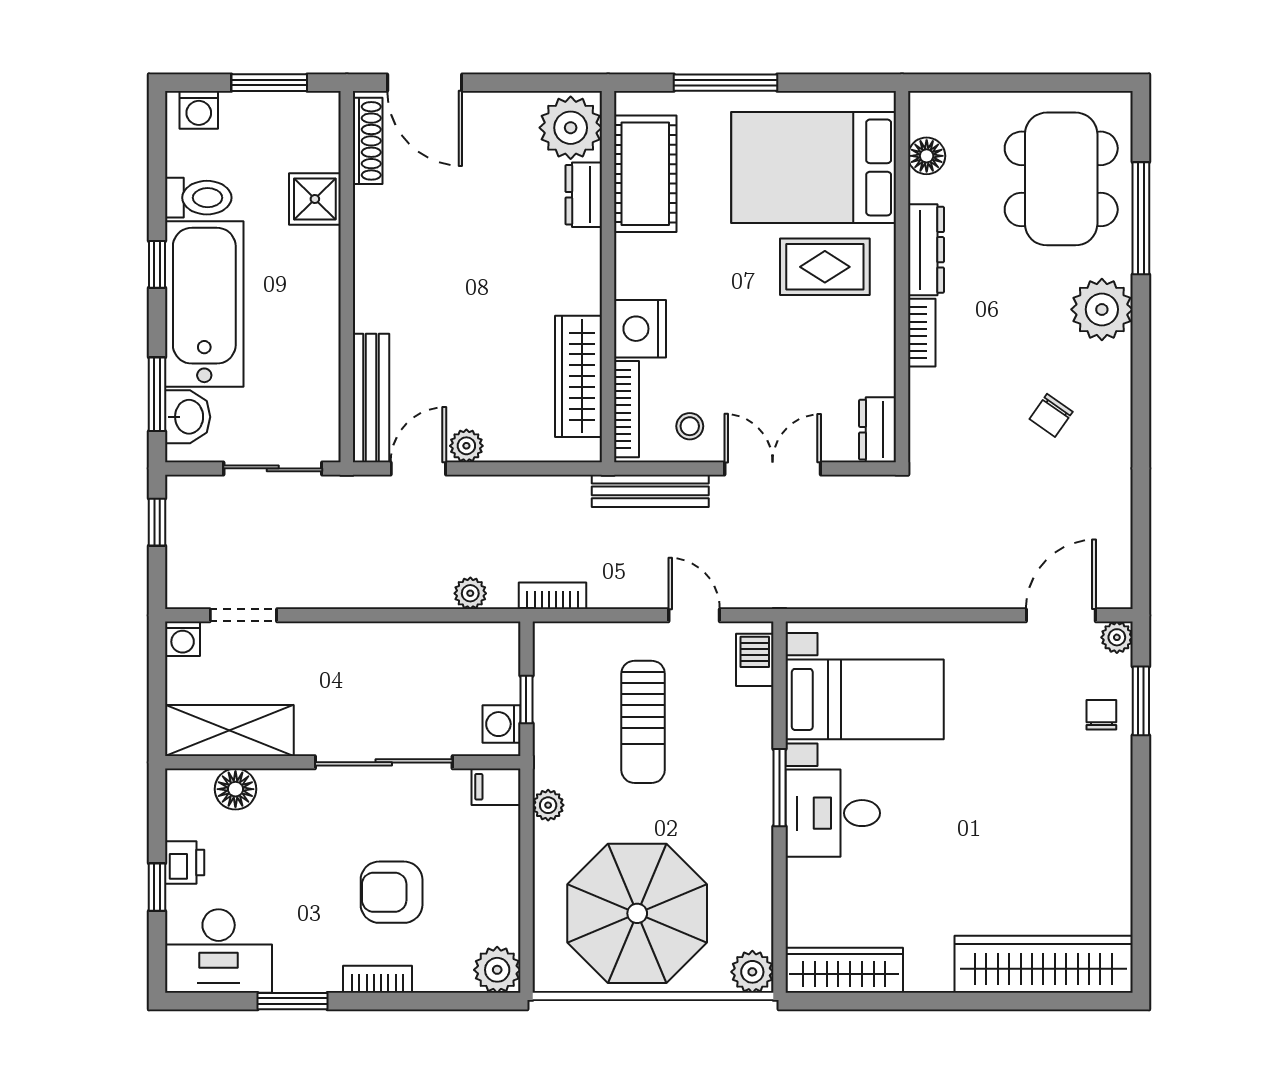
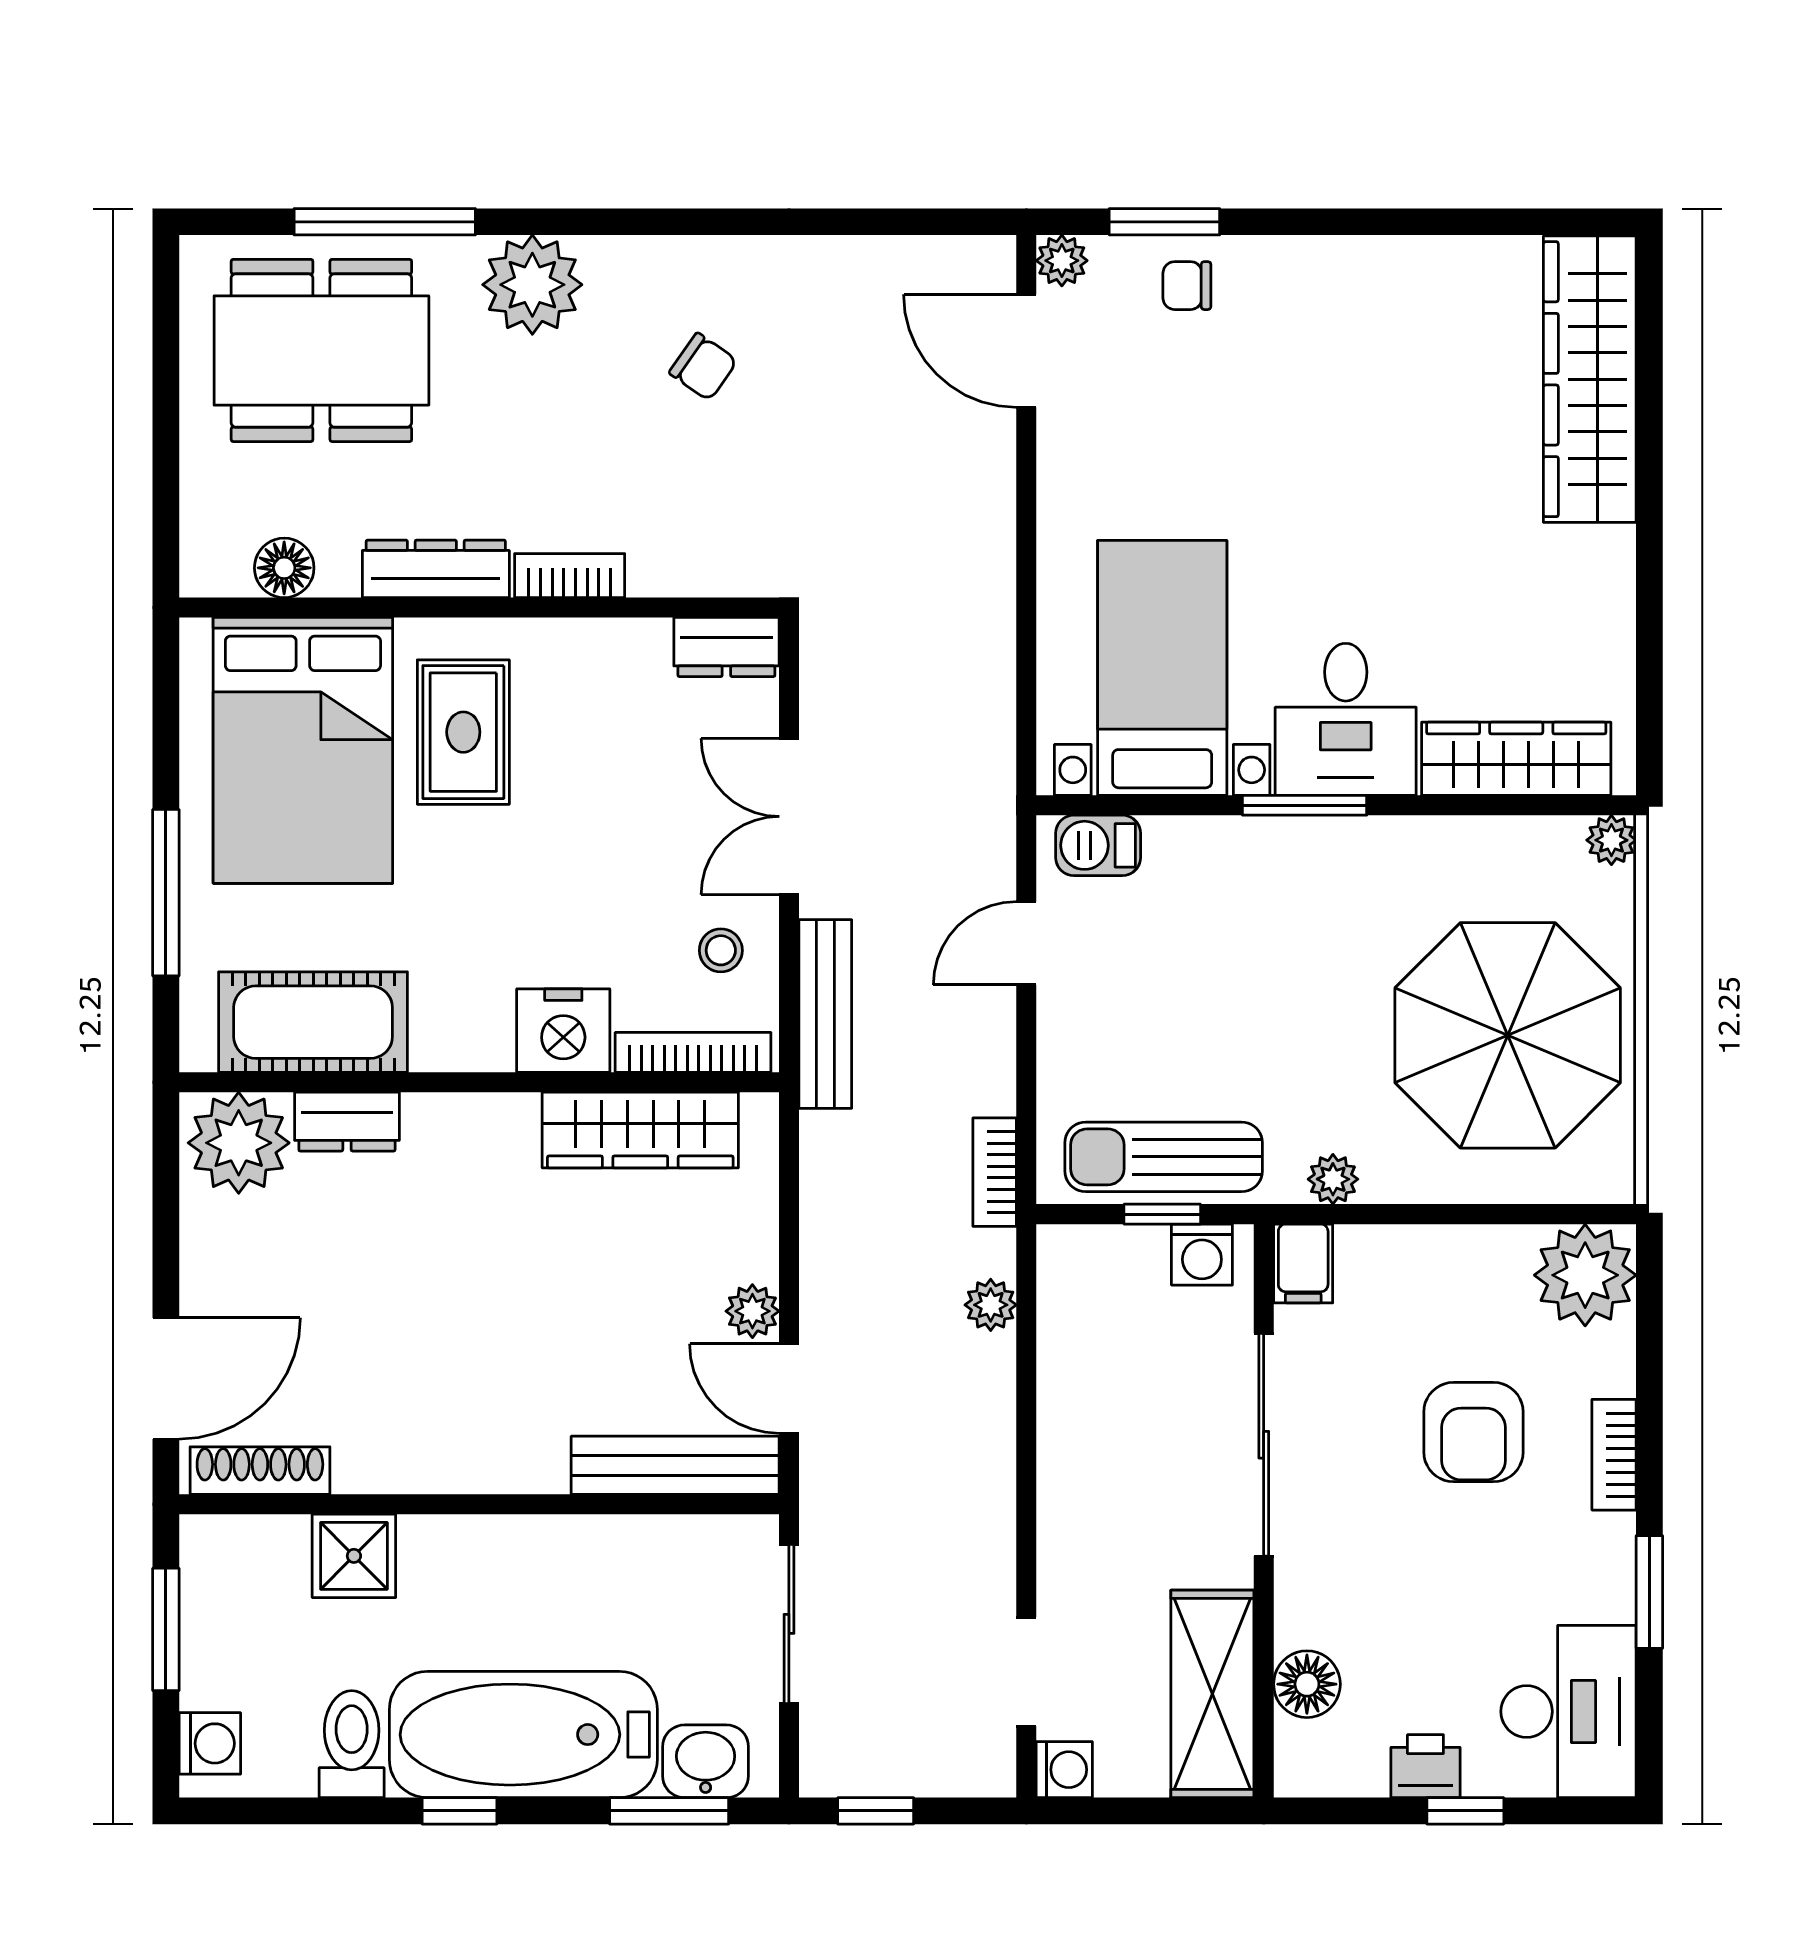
sun lounger: (643, 722) -> (1164, 1157), moved, turned 180
plant: (497, 970) -> (1585, 1275), width x1.36, depth x1.36
wardrobe: (844, 970) -> (1516, 759), moved, turned 90
plant: (752, 972) -> (1611, 840), width x0.73, depth x0.73

